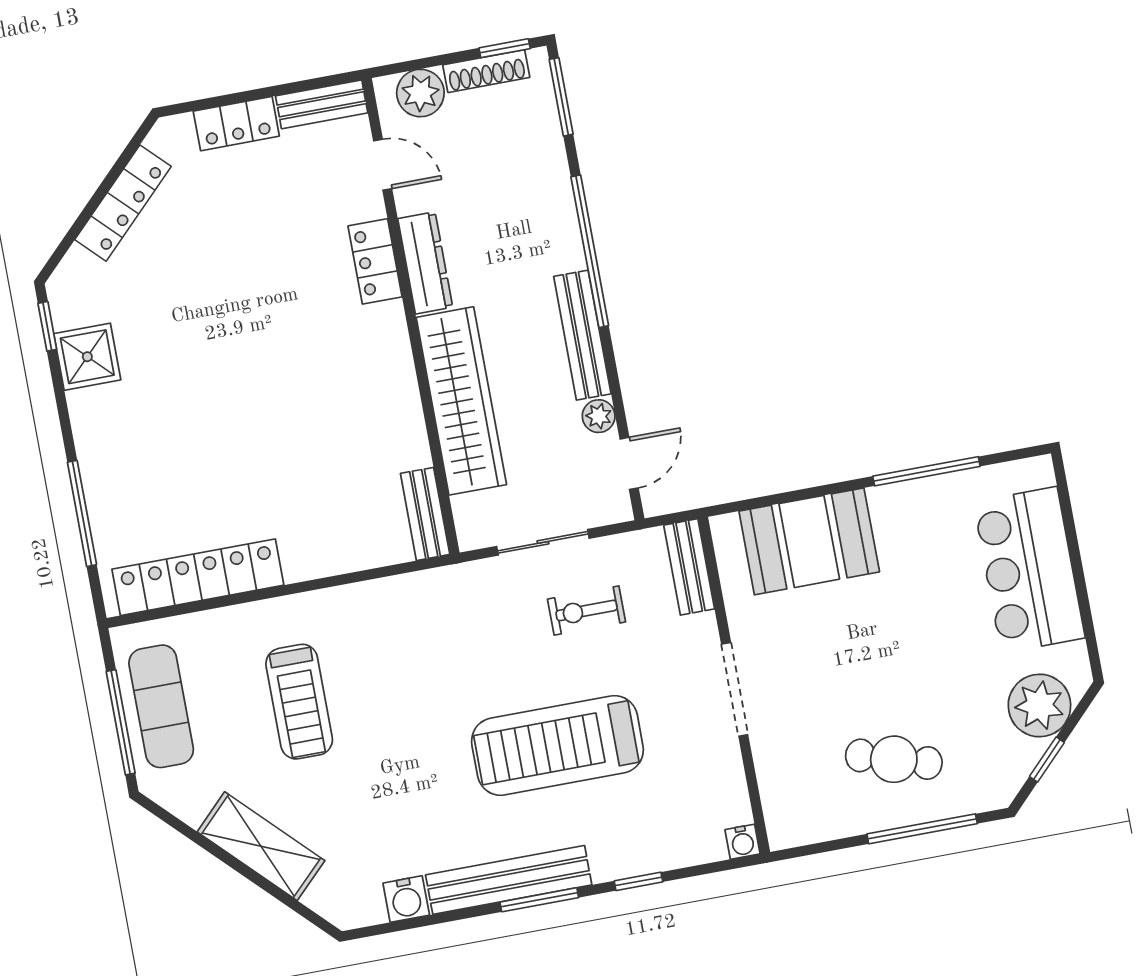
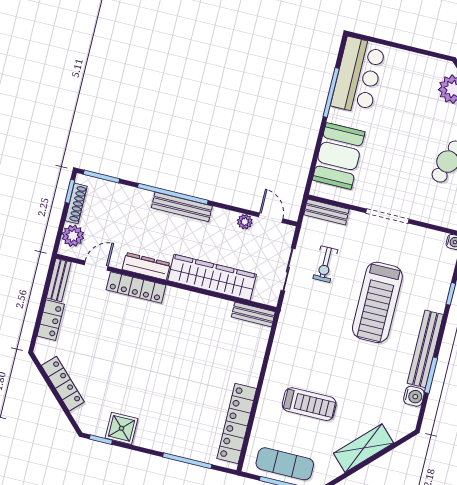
locker: (375, 261) -> (136, 287), width x1.53
bench: (582, 335) -> (182, 207), moved
bar counter: (1029, 570) -> (358, 76), moved, turned -90
window: (539, 900) -> (431, 375), moved

